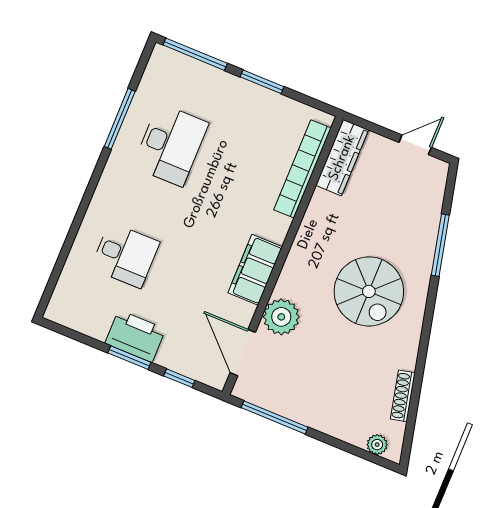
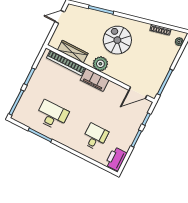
door: (415, 145) -> (60, 17), hinge flipped
wardrobe: (342, 158) -> (73, 52), moved
filing cabinet: (255, 270) -> (95, 80), moved
spiral stairs: (369, 291) -> (117, 40), turned -90
plant: (281, 317) -> (100, 64), moved
printer: (135, 336) -> (116, 159), moved

